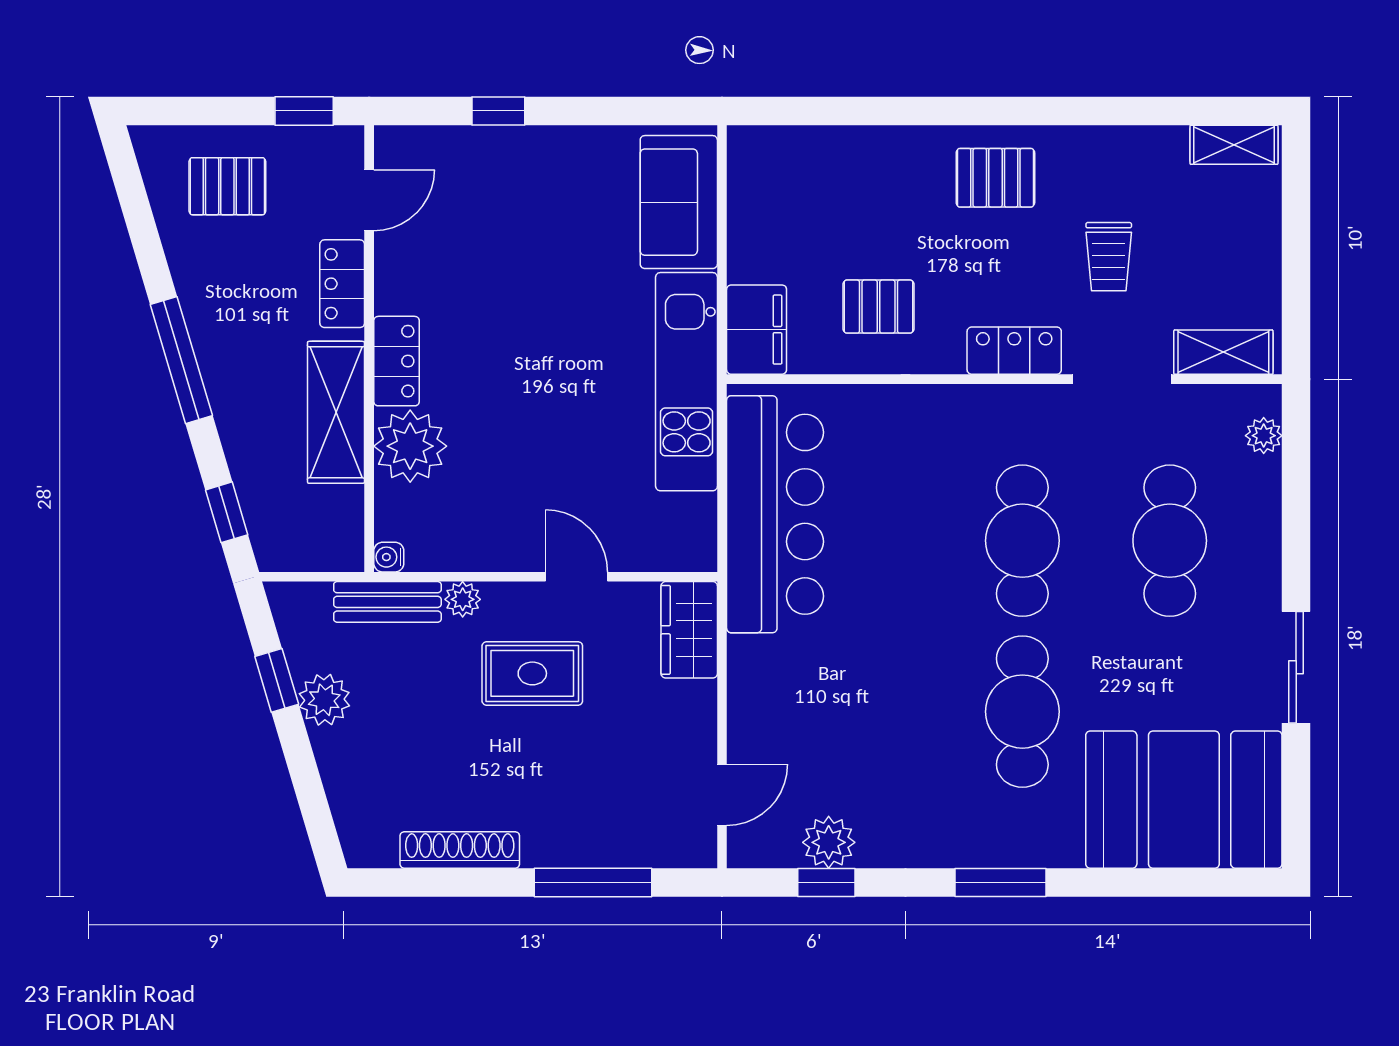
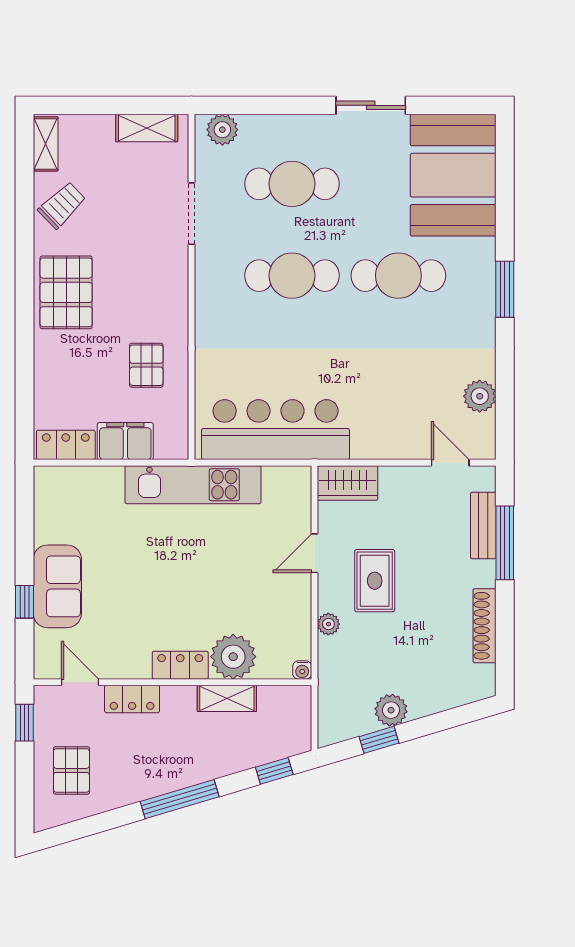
pallet: (995, 178) -> (66, 292), width x1.50, depth x1.42
sofa: (679, 202) -> (57, 586), moved, turned -90
trolley: (1109, 257) -> (62, 205), moved, turned -44
filing cabinet: (757, 330) -> (125, 441), moved
locker: (1014, 351) -> (66, 445), moved, turned 90
shelving: (1223, 352) -> (147, 128), moved, turned 90
shelving: (336, 412) -> (227, 698), width x0.67, depth x0.75
plant: (1264, 436) -> (222, 130), width x1.38, depth x1.38
bench: (387, 602) -> (483, 525), moved
window: (826, 883) -> (505, 398), removed

